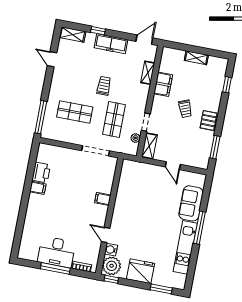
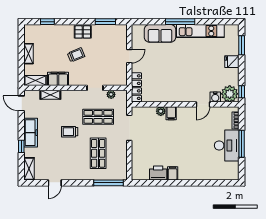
shelving: (149, 146) -> (35, 81), moved
locker: (138, 167) -> (136, 87), added
plant: (107, 188) -> (161, 111), added
fridge: (140, 271) -> (232, 62), width x0.53, depth x0.75

